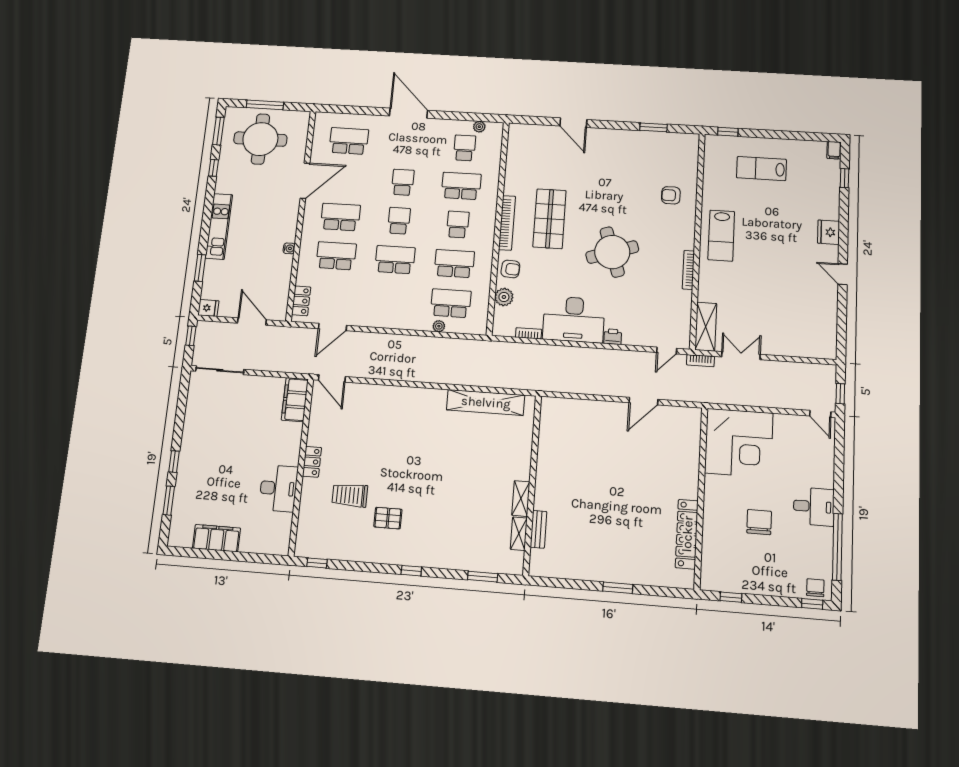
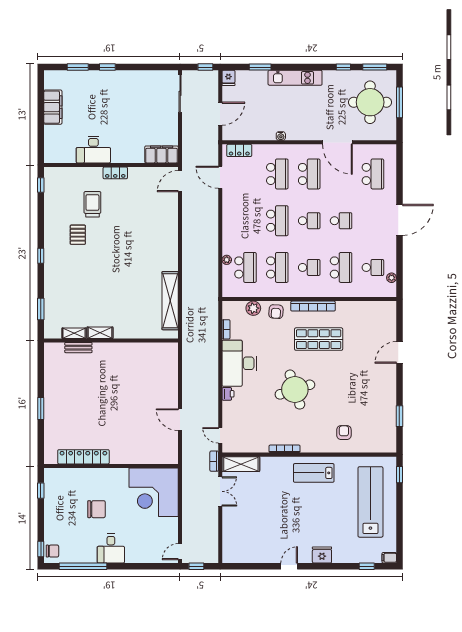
lab bench: (761, 169) -> (370, 502), width x1.86, depth x1.39

